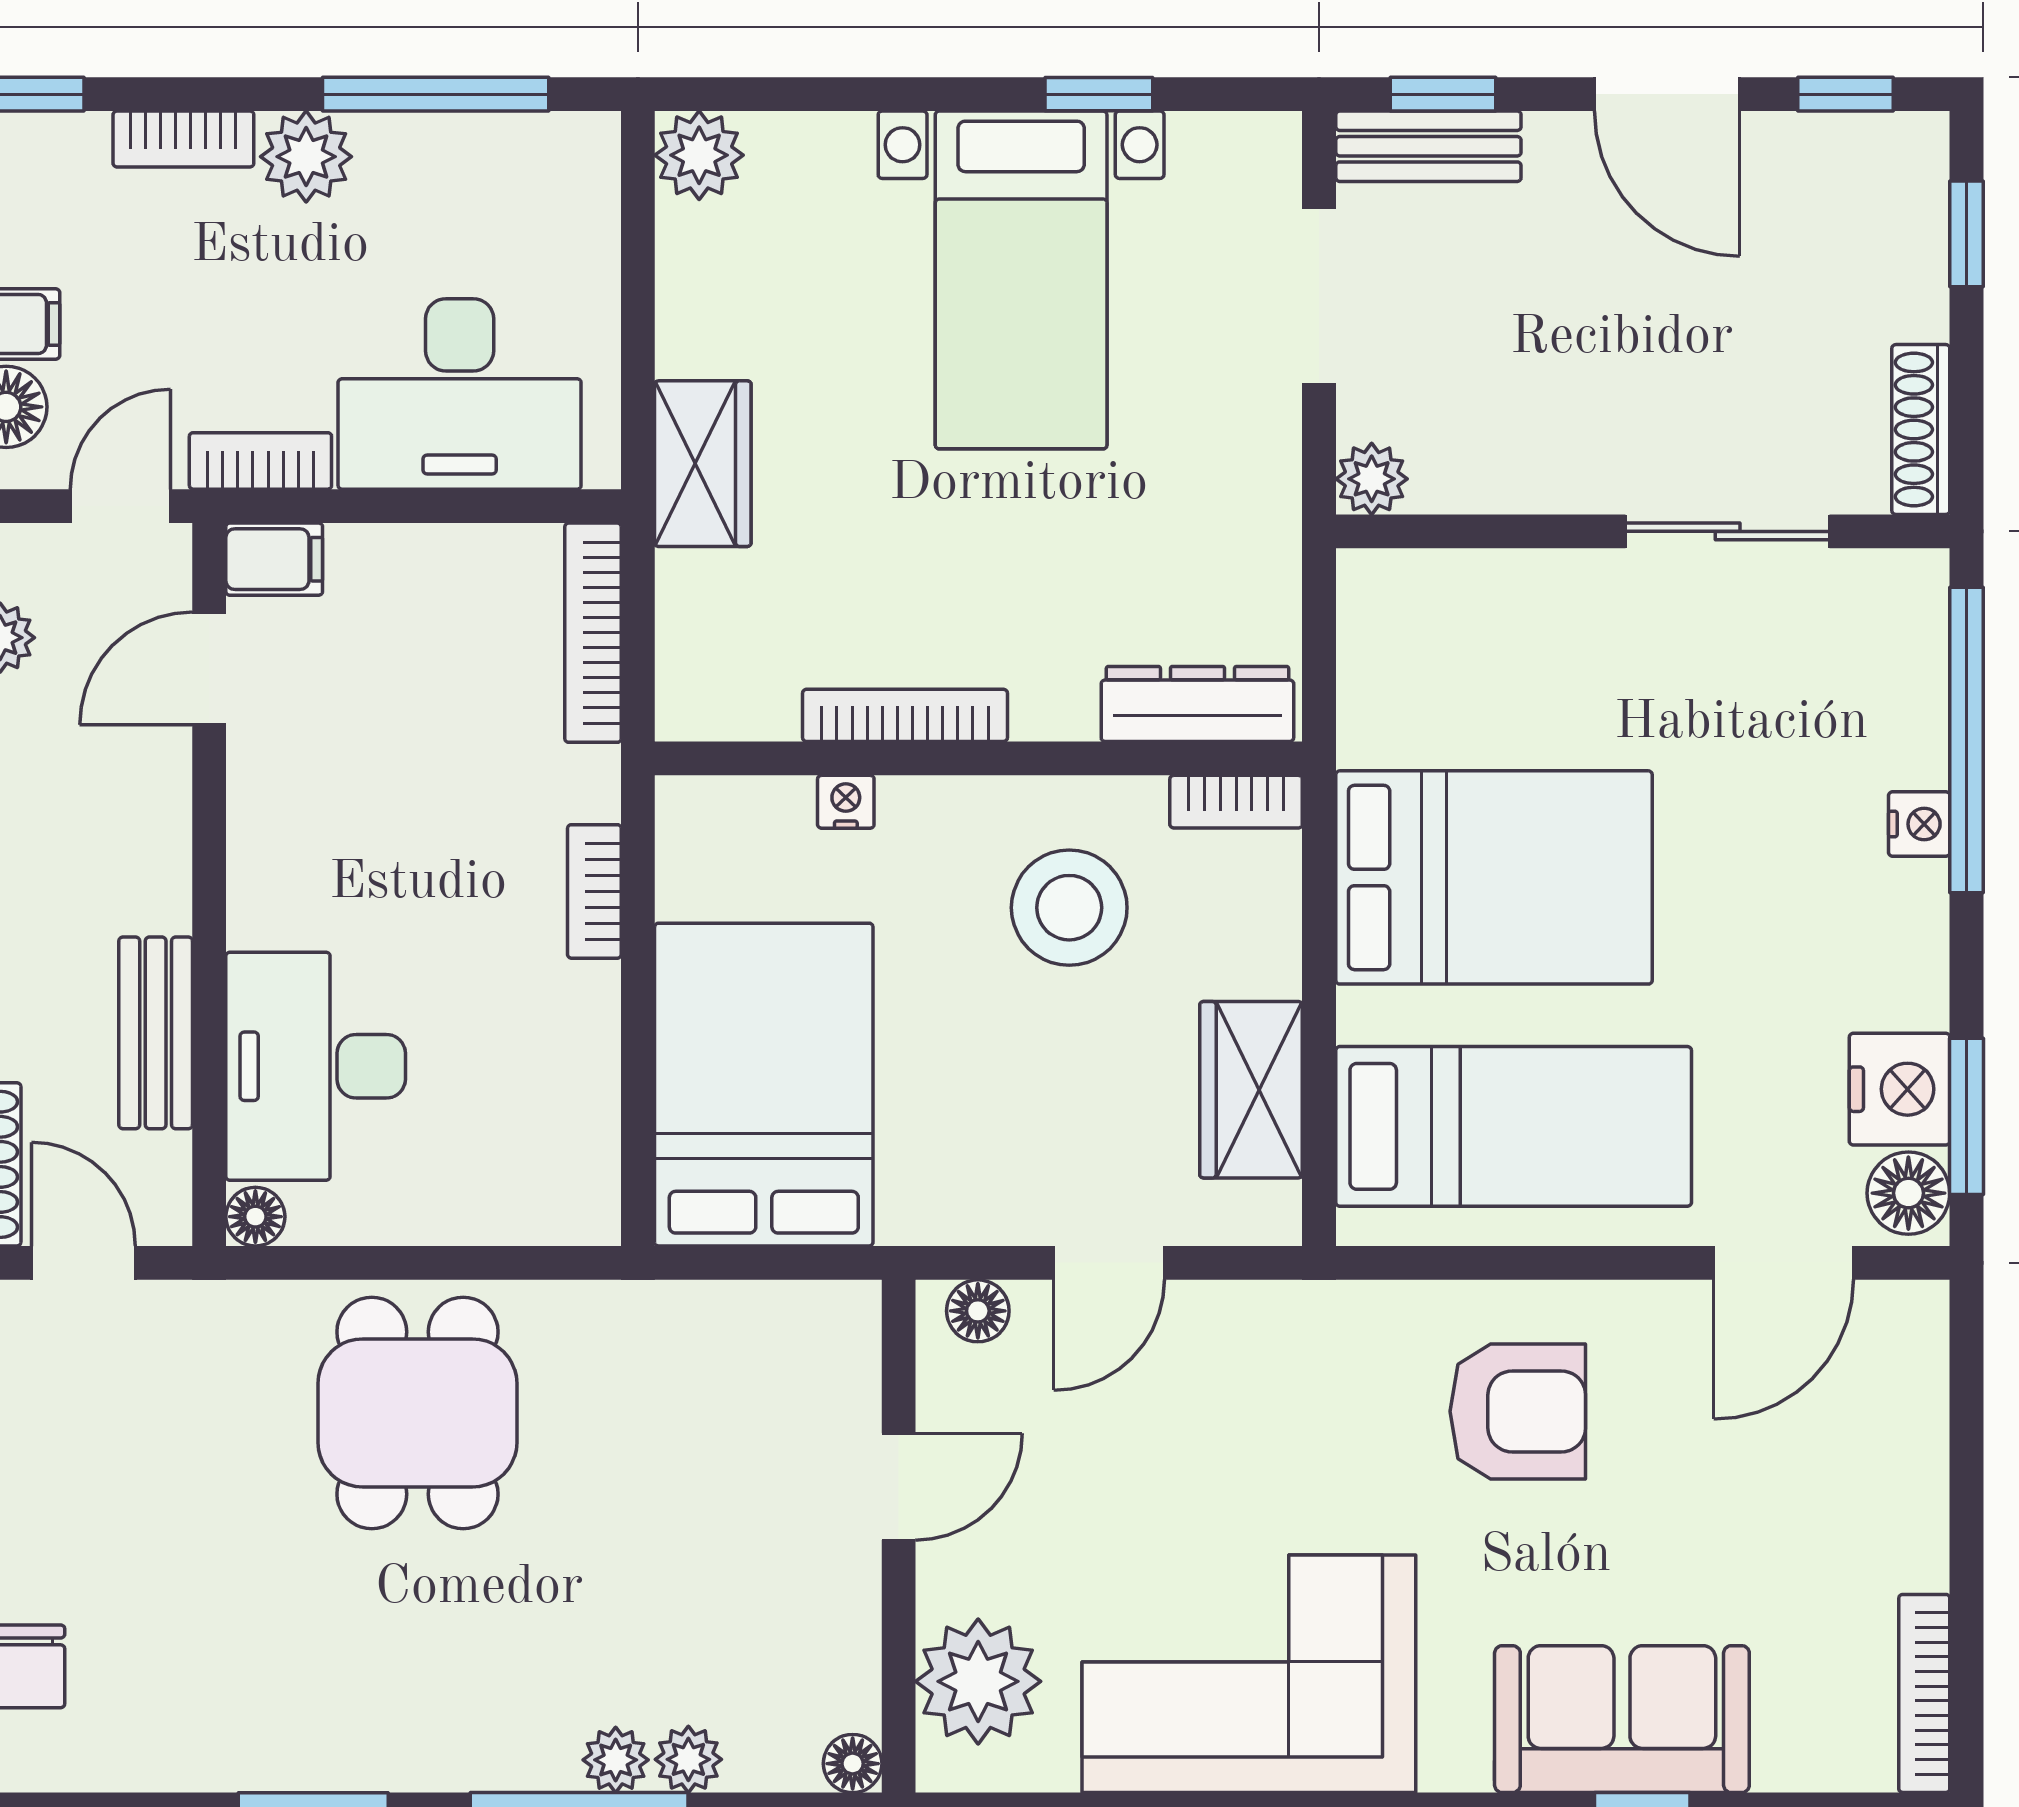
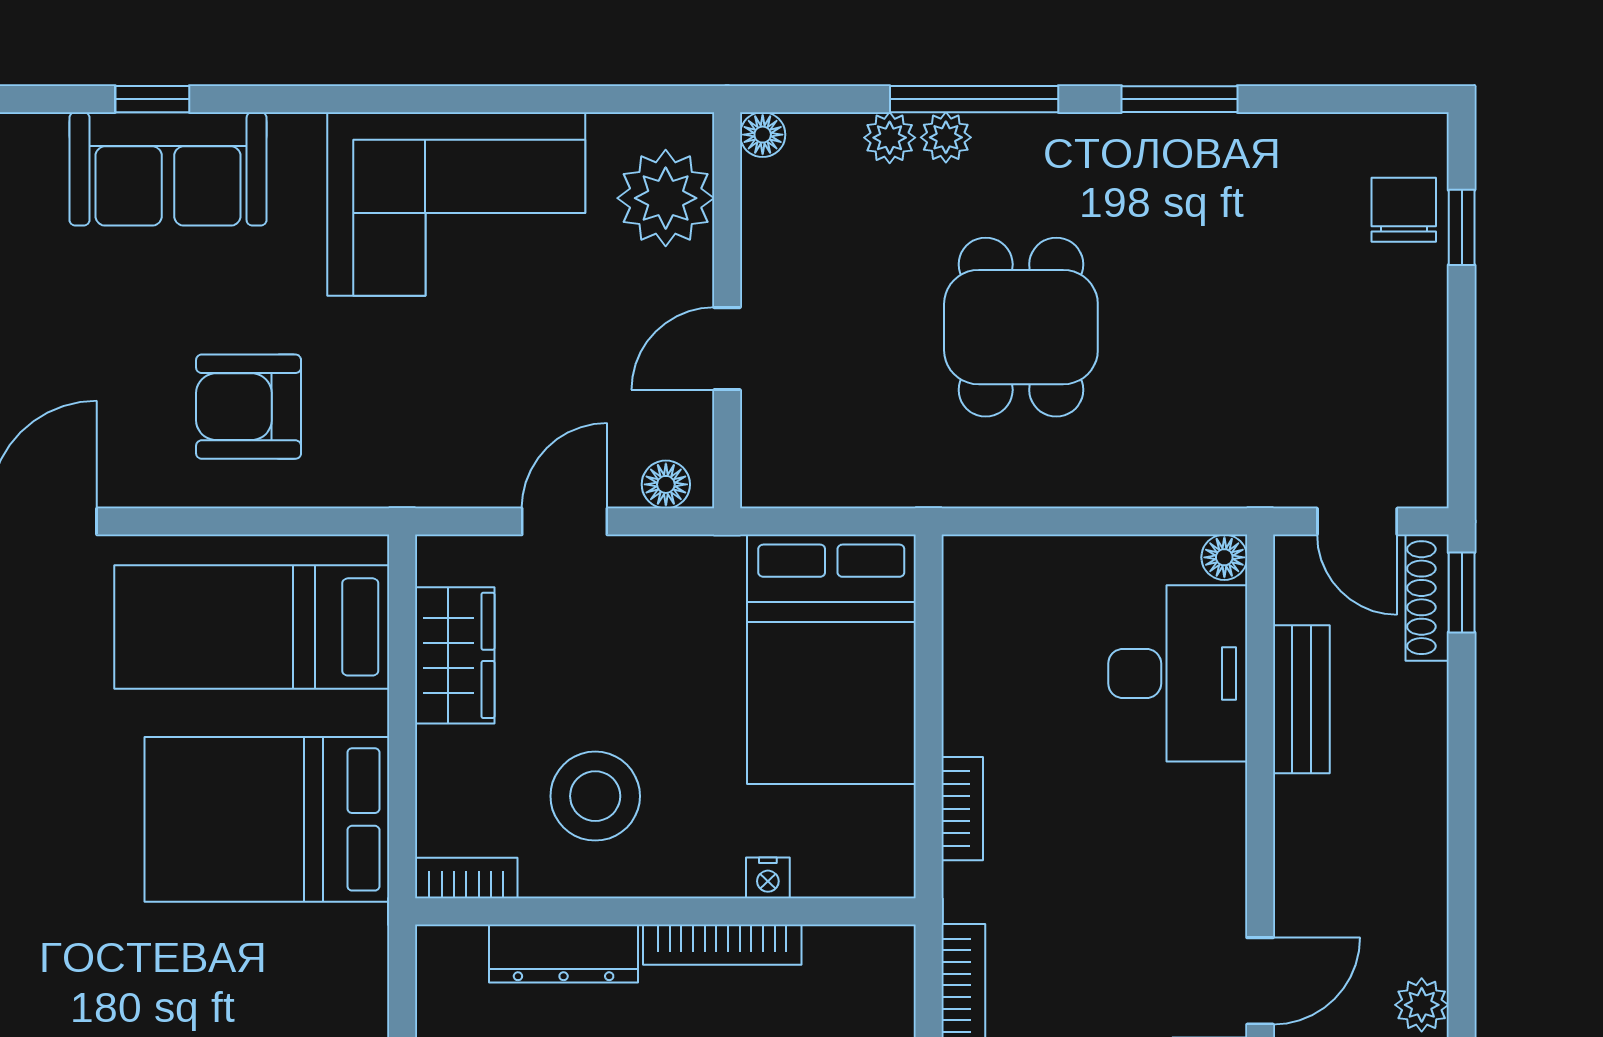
dresser: (1197, 704) -> (564, 954), moved
dining table: (417, 1413) -> (1021, 327), moved

